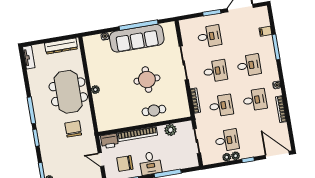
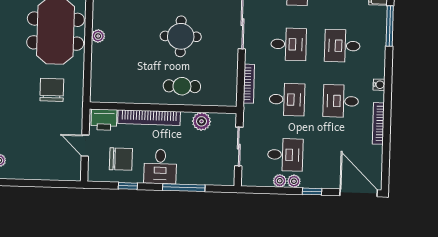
desk: (249, 65) -> (342, 46), turned 180
desk: (255, 100) -> (341, 101), turned 180
chair: (125, 163) -> (121, 159), turned 180

